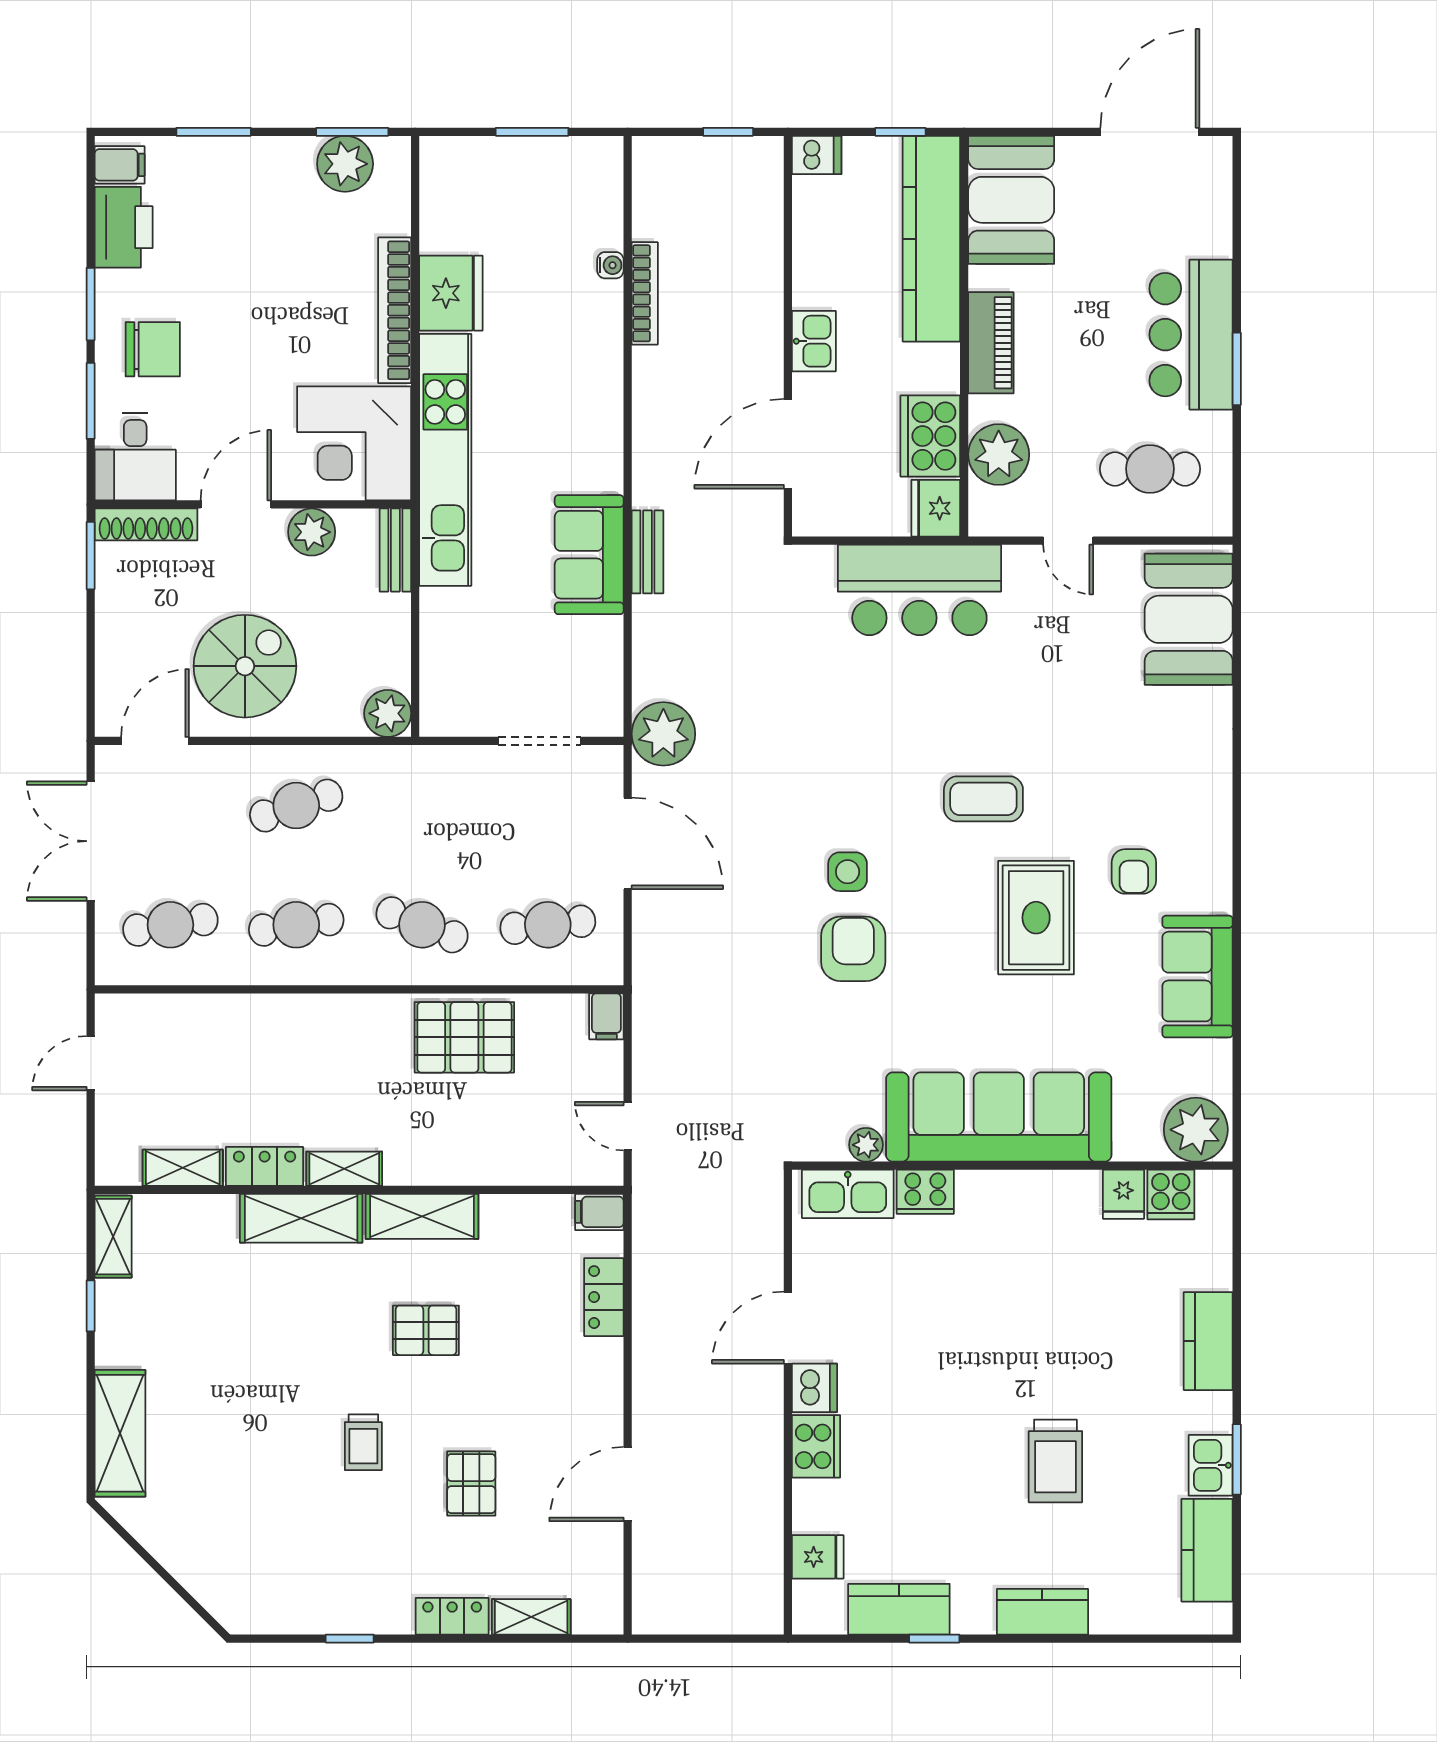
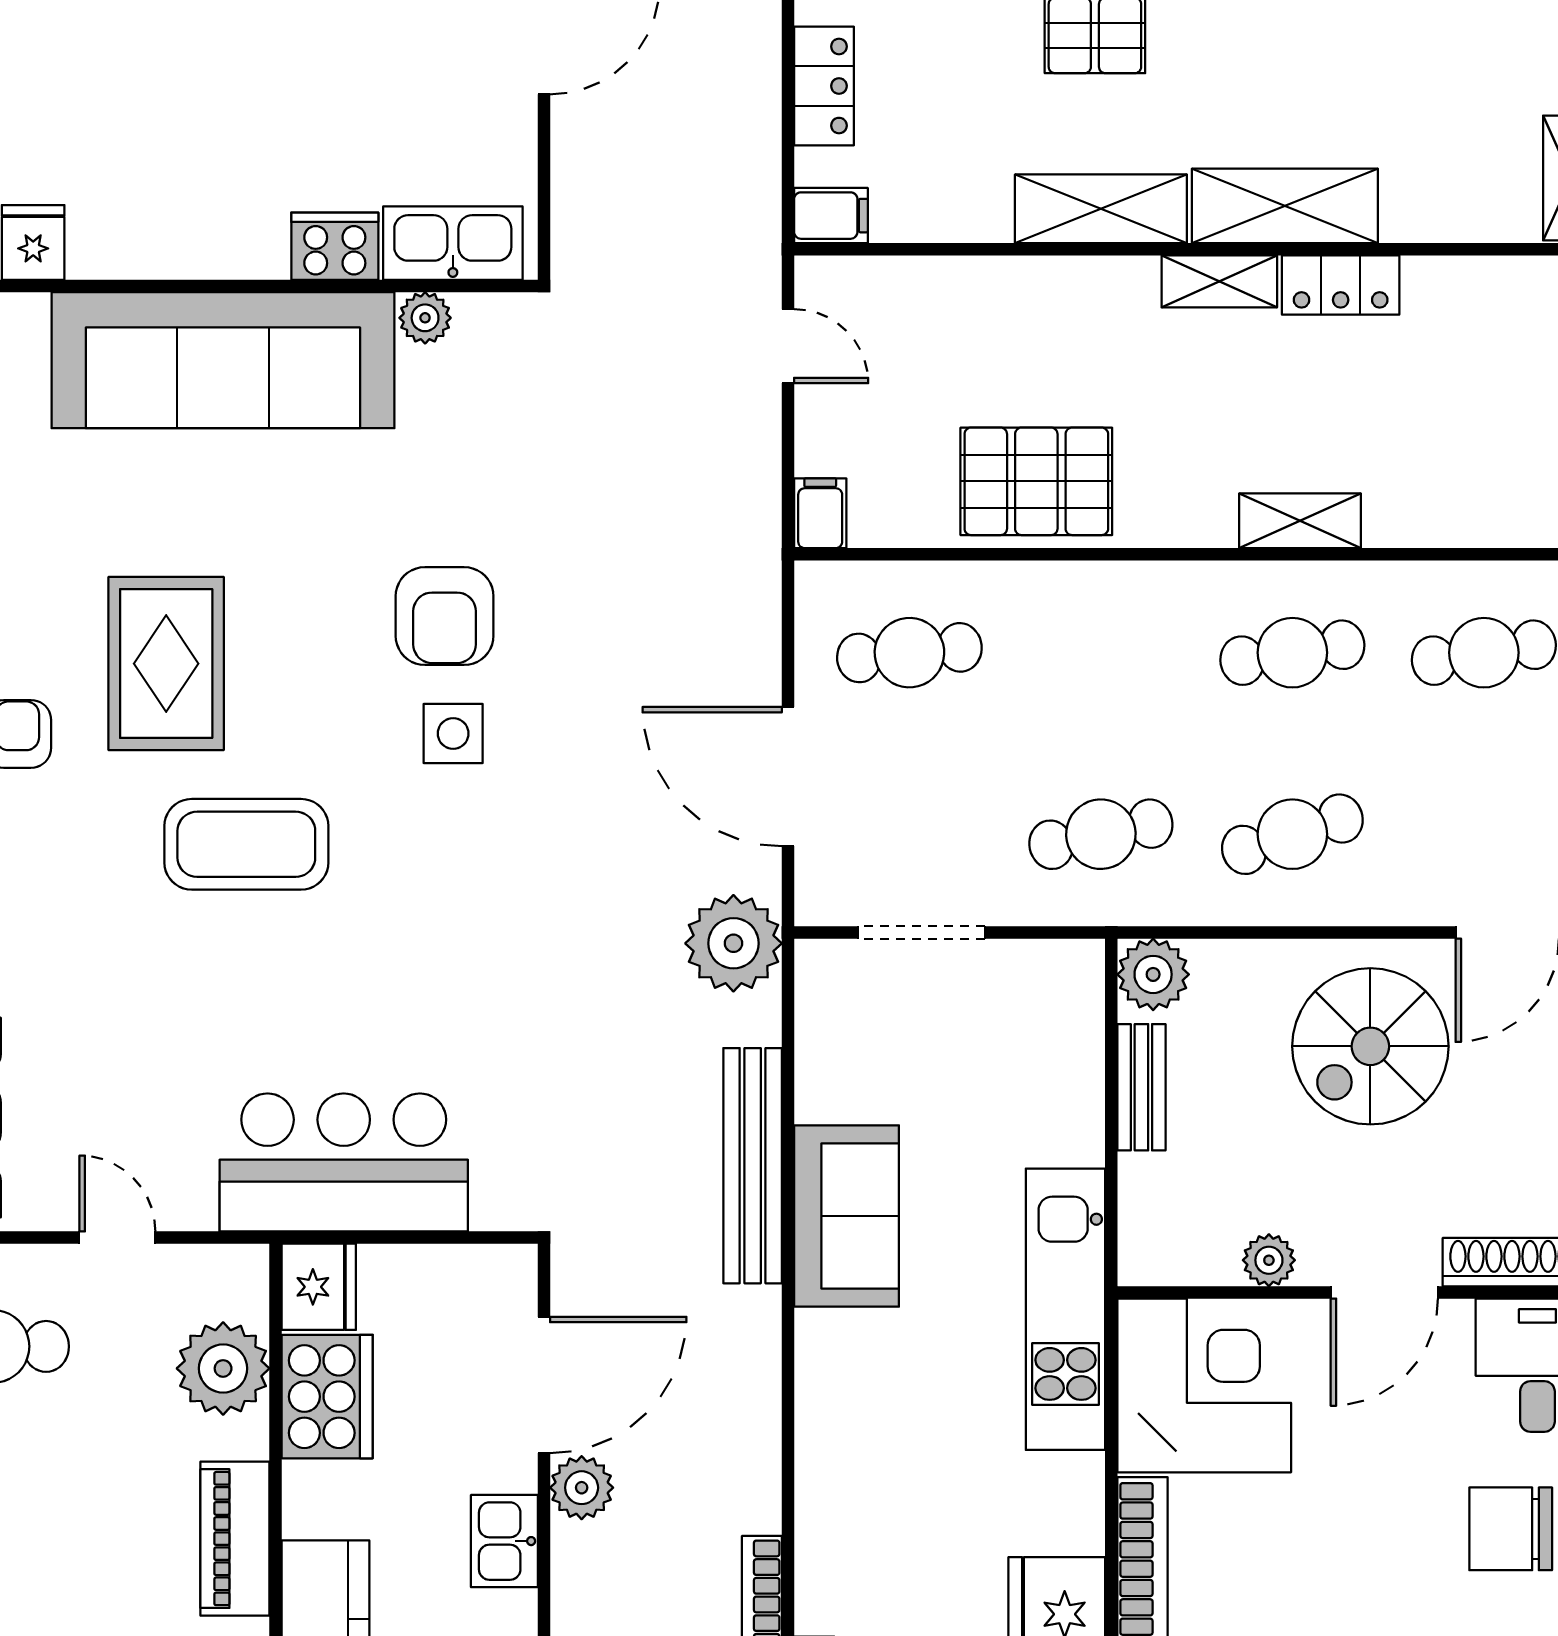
plant: (763, 376) -> (582, 1488), added
kitchen unit: (445, 460) -> (1065, 1309), width x0.73
plant: (312, 532) -> (1269, 1260), width x0.73, depth x0.73
bench: (395, 550) -> (1141, 1087), moved
bench: (647, 552) -> (753, 1166), width x1.86, depth x1.21
coffee table: (983, 799) -> (246, 844), width x1.36, depth x1.32
cafe table: (422, 925) -> (1101, 834), moved, turned -33
shelving: (183, 1168) -> (1300, 521), moved

